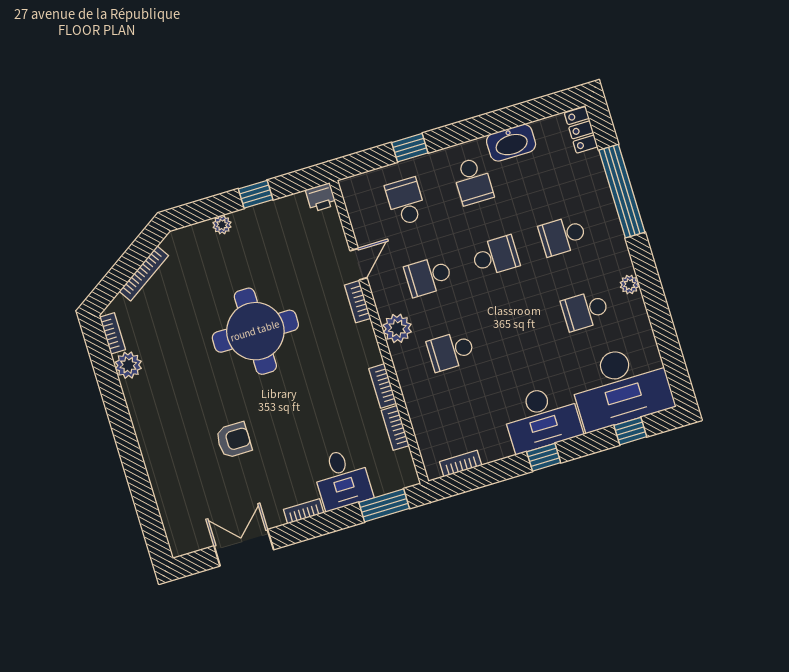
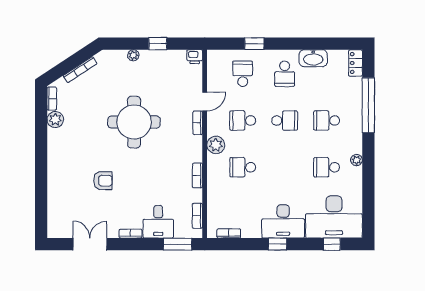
bookcase: (395, 428) -> (197, 216), moved

